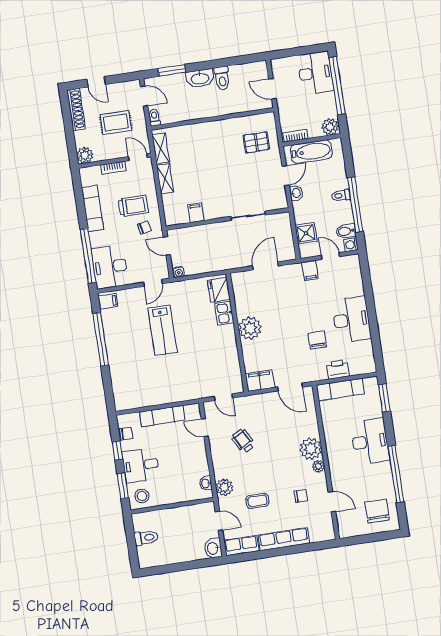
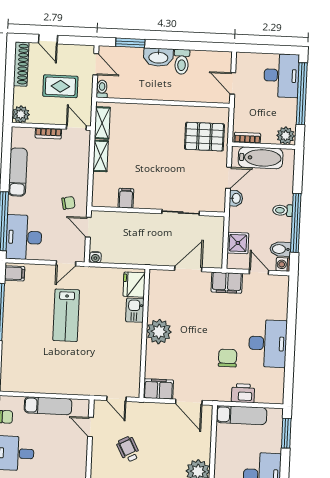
pallet: (256, 142) -> (204, 137), width x1.50, depth x1.42
trolley: (133, 206) -> (61, 178), removed
filing cabinet: (310, 270) -> (227, 283), width x2.00

